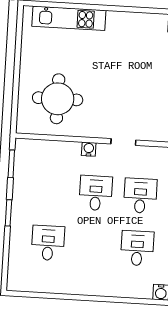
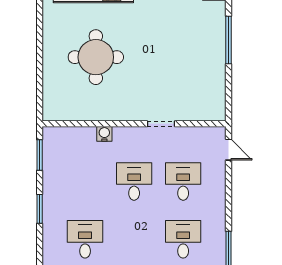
round table: (58, 99) -> (96, 57), moved
water cooler: (89, 149) -> (104, 134), moved

